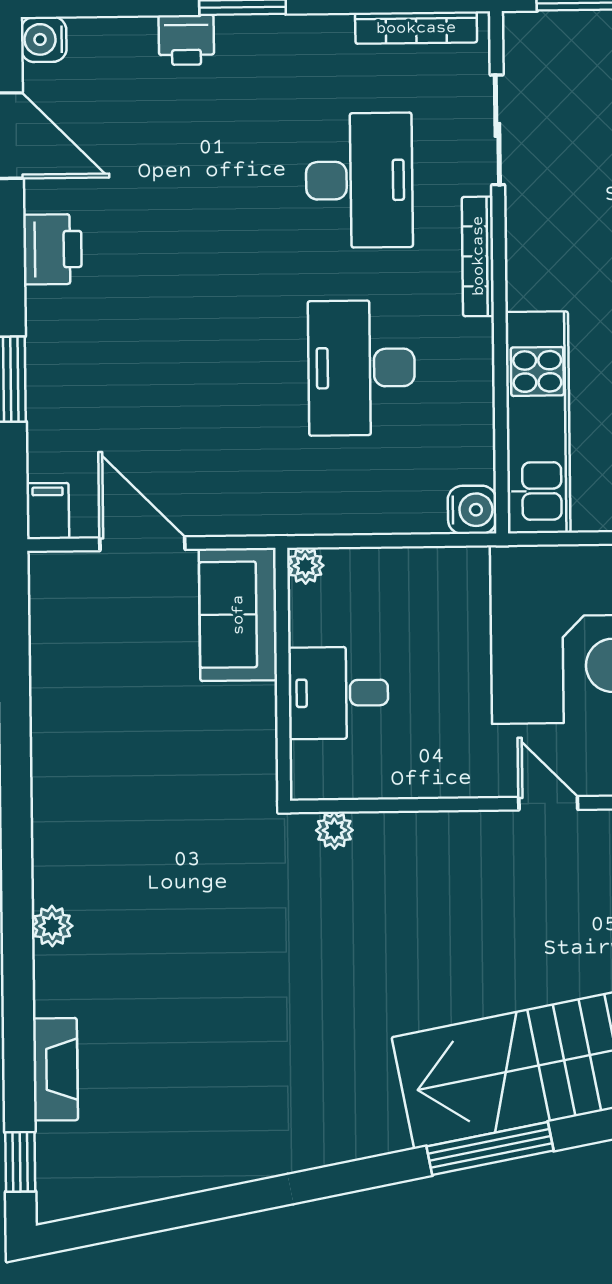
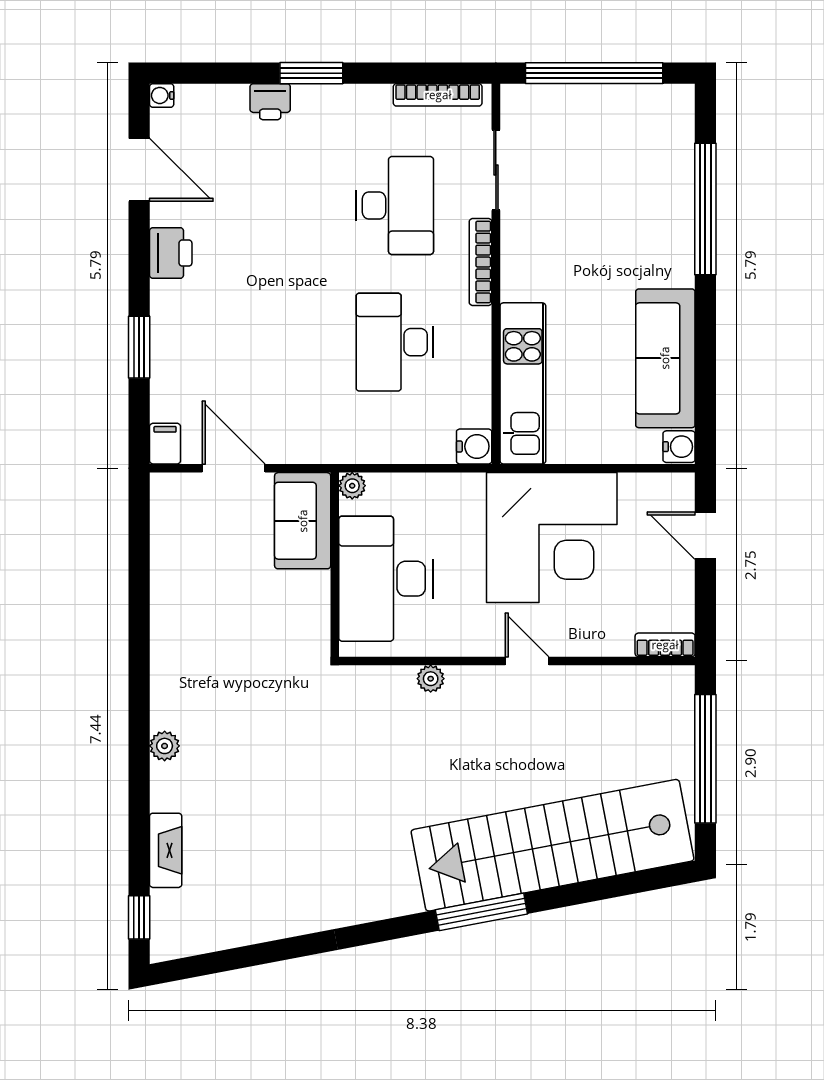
water cooler: (44, 39) -> (162, 95), width x0.72, depth x0.72
desk: (338, 693) -> (386, 579), width x1.87, depth x1.30
plant: (334, 830) -> (431, 679), moved

